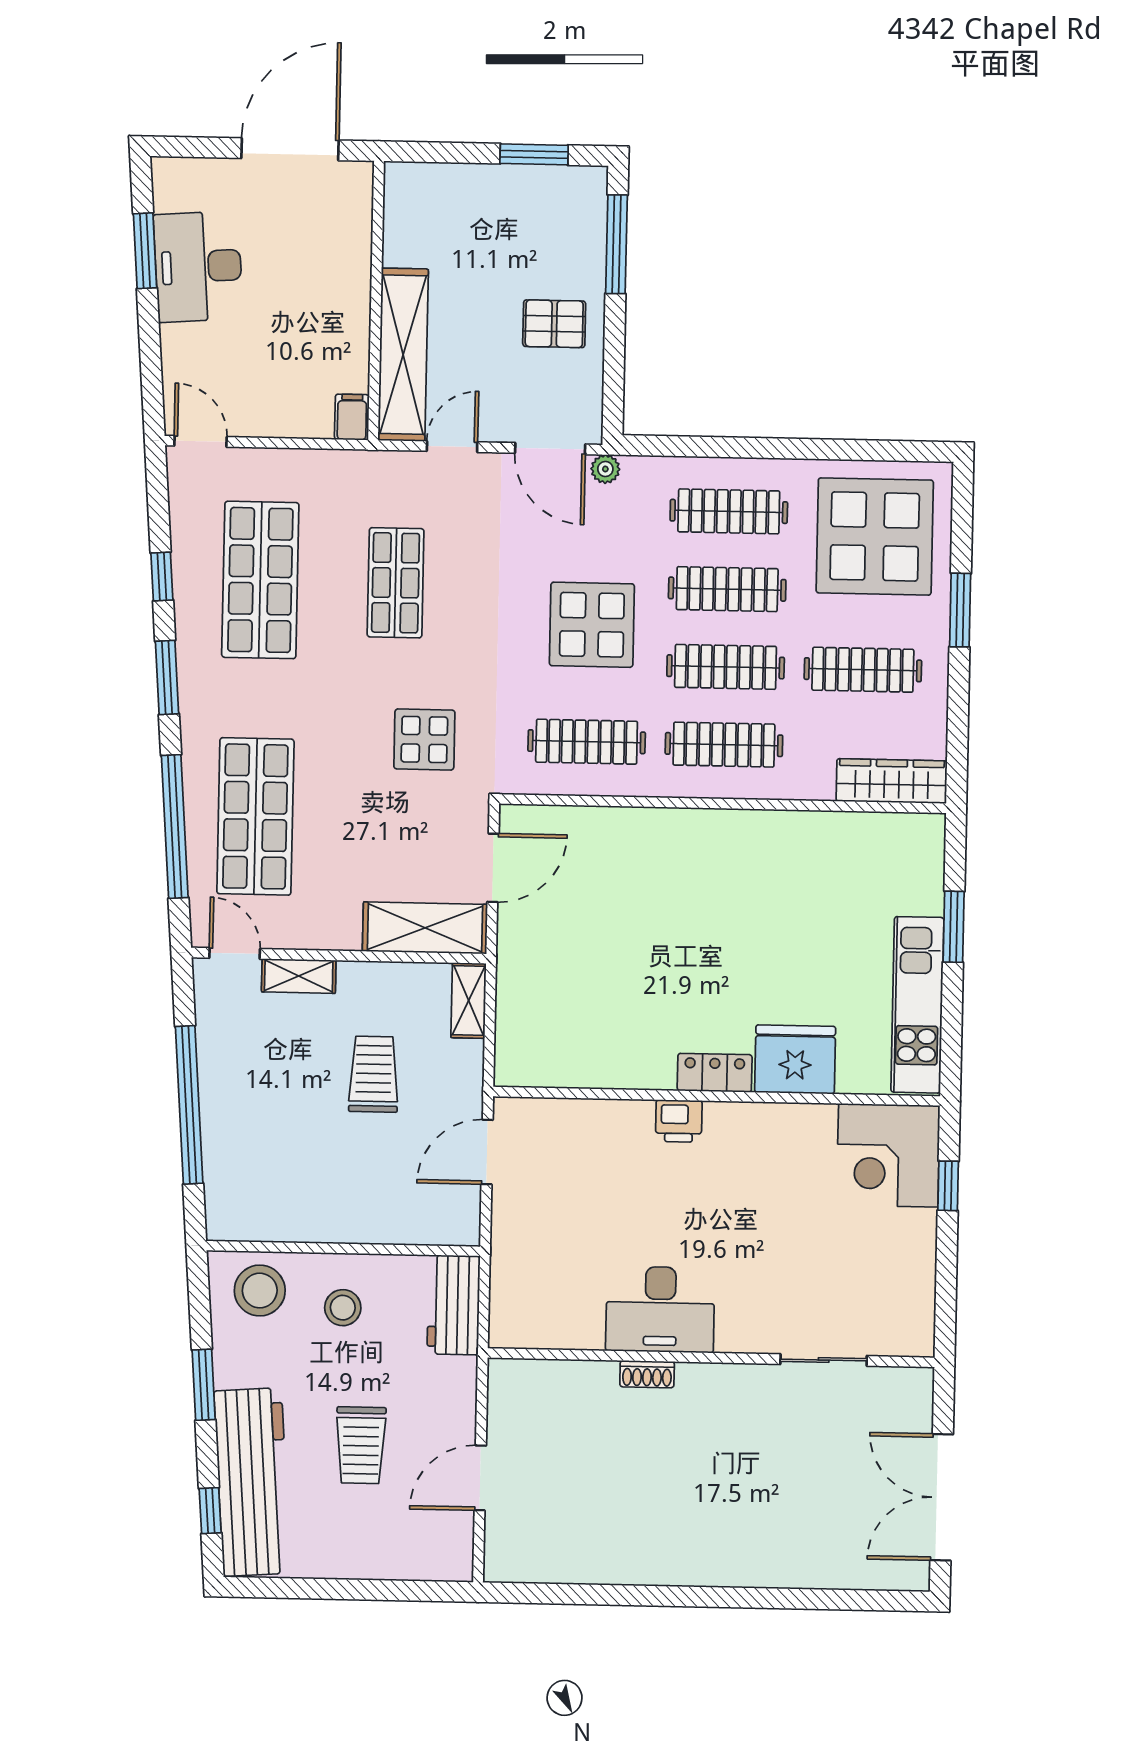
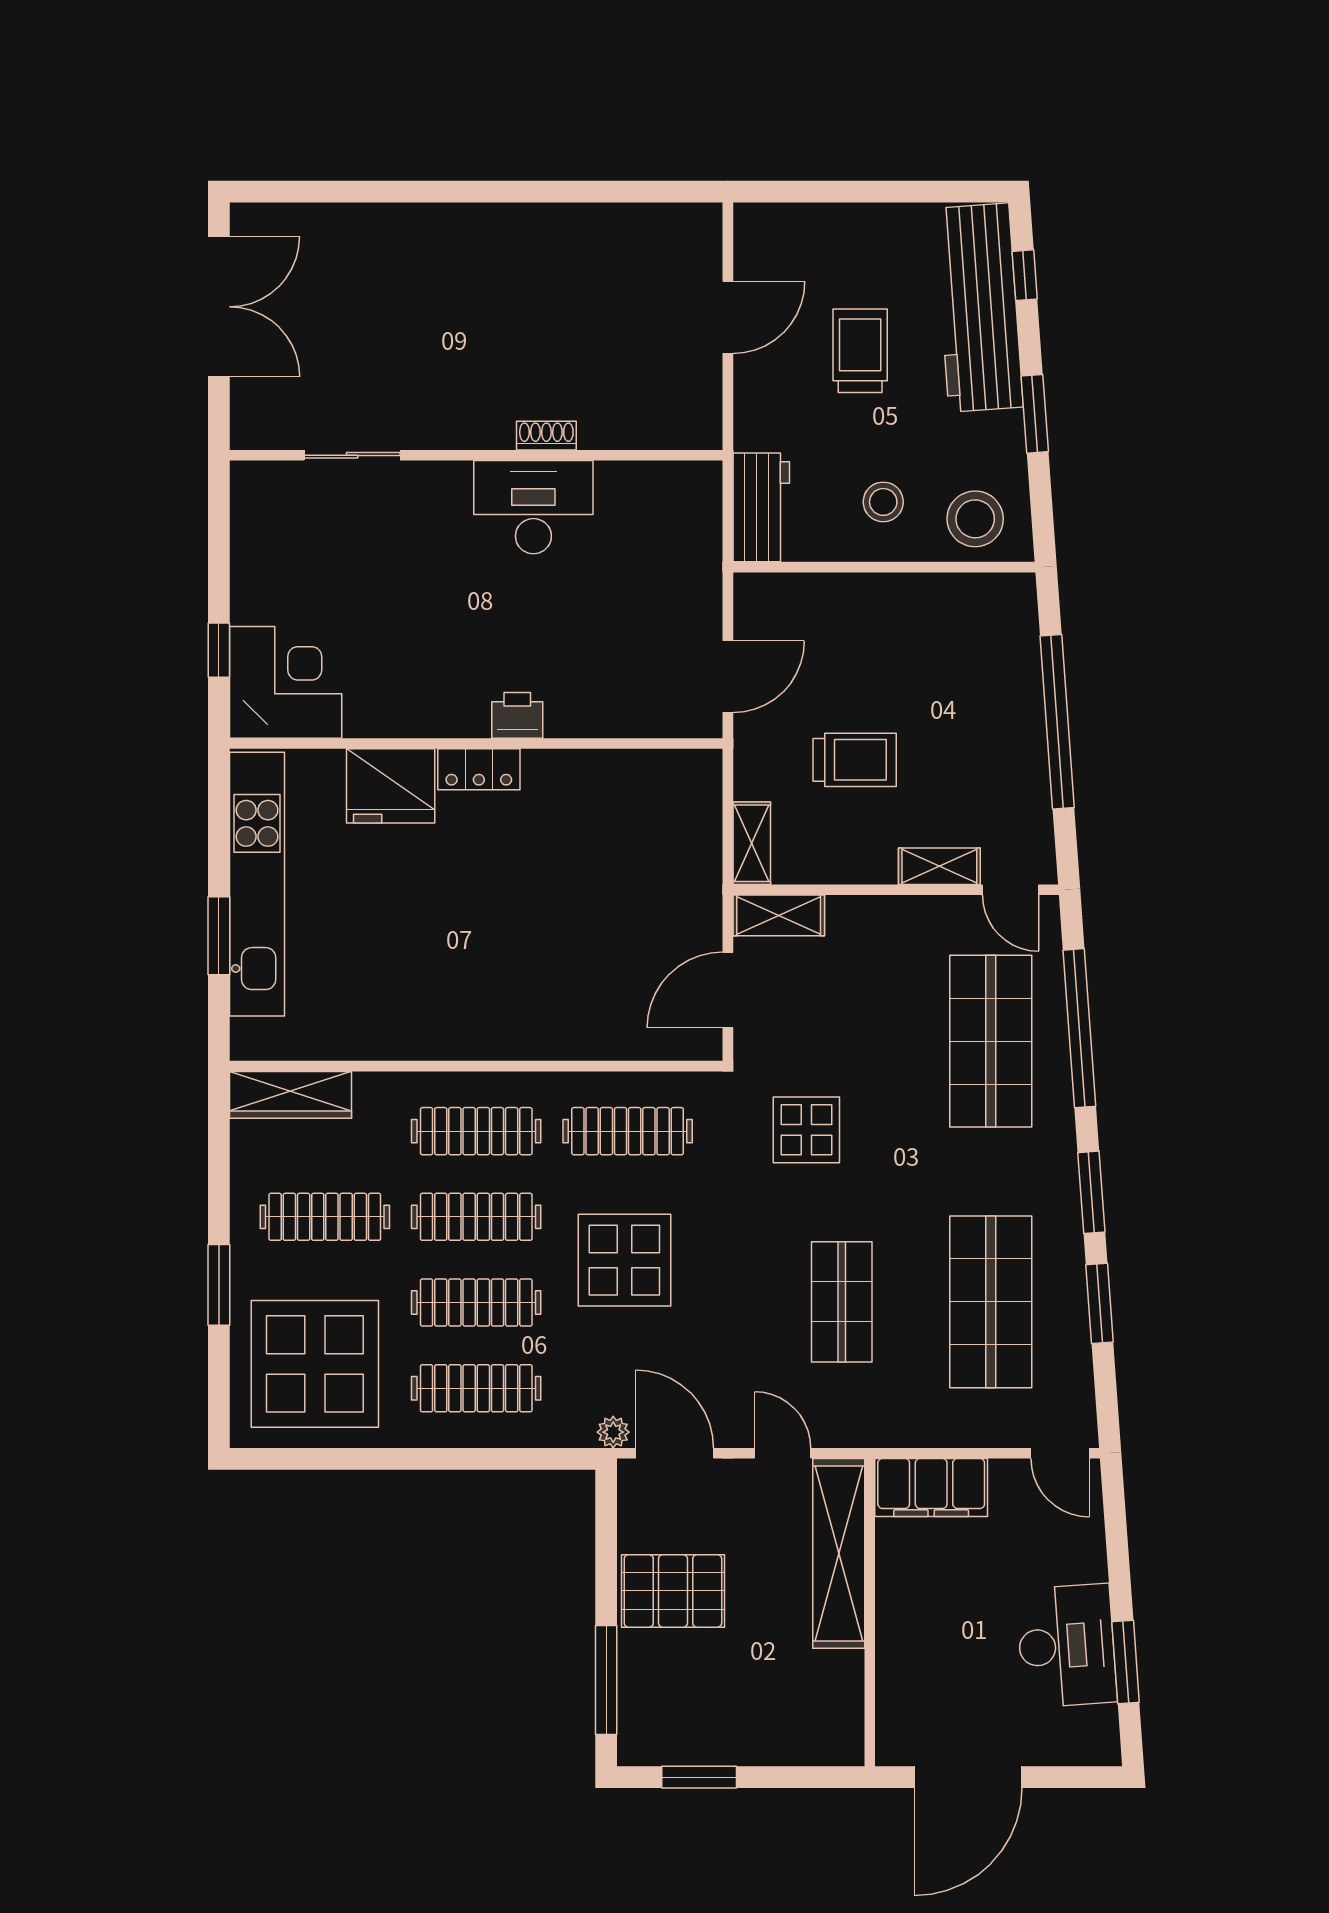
pallet: (554, 324) -> (673, 1591), width x1.50, depth x1.42
filing cabinet: (352, 417) -> (931, 1488), width x3.00, depth x1.17
door: (452, 447) -> (783, 1453), swing flipped
window: (162, 577) -> (1099, 1303), width x1.50
shelving: (425, 928) -> (779, 915), width x0.67, depth x0.75
kitchen unit: (917, 1005) -> (257, 884), width x1.36
trolley: (374, 1074) -> (855, 760), turned -90

